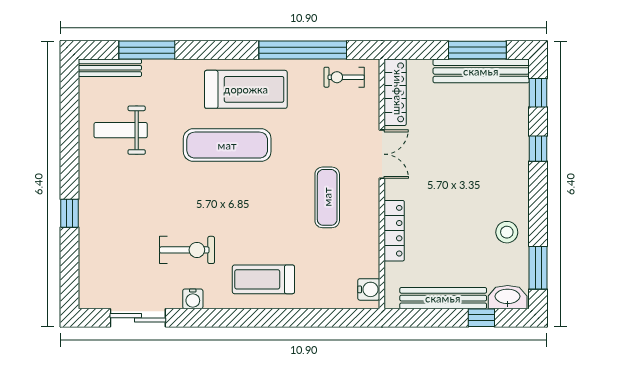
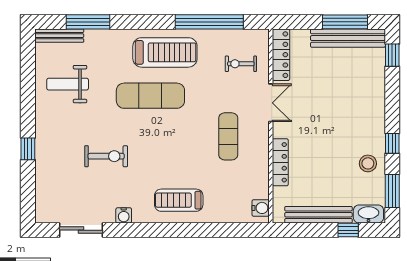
exercise bike: (344, 77) -> (241, 64), moved
window: (538, 149) -> (392, 143), moved
exercise bike: (187, 250) -> (106, 156), moved

